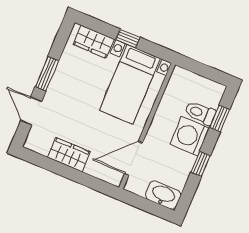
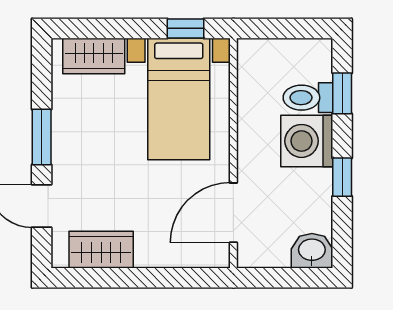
window: (128, 38) -> (186, 28), moved
wardrobe: (69, 155) -> (101, 250), moved
washbasin: (163, 195) -> (312, 251), width x0.72

